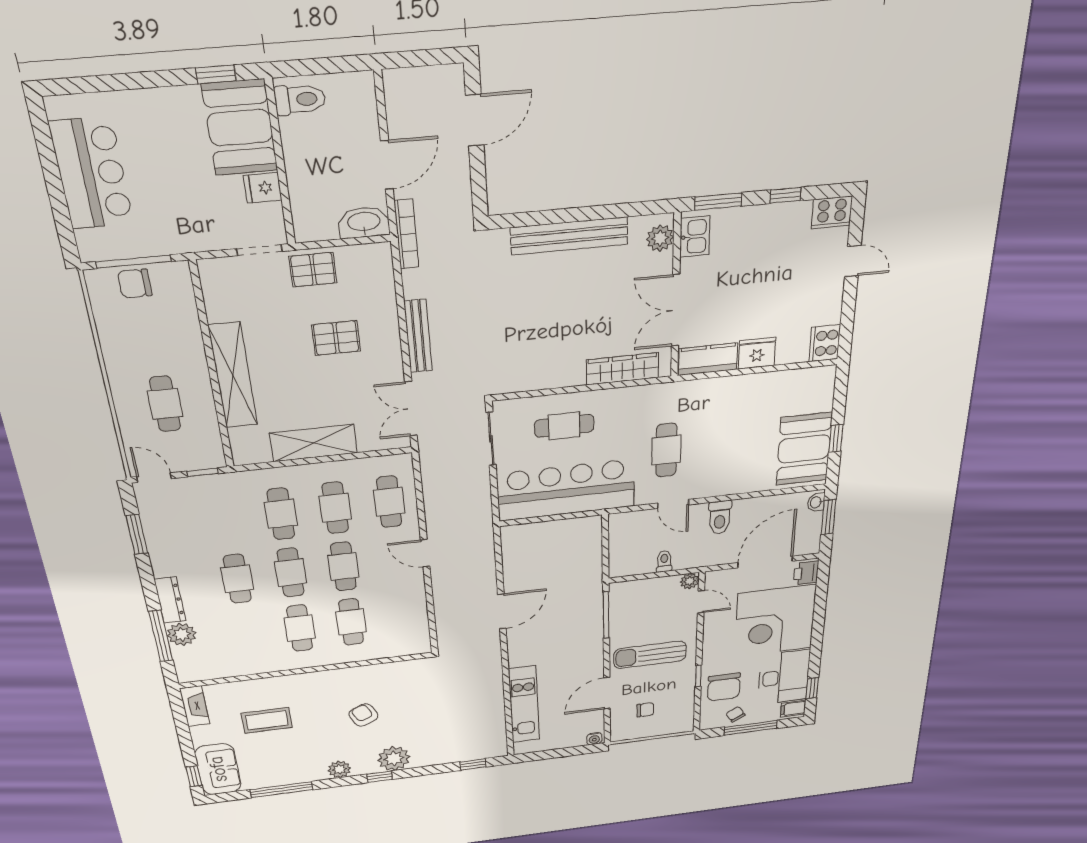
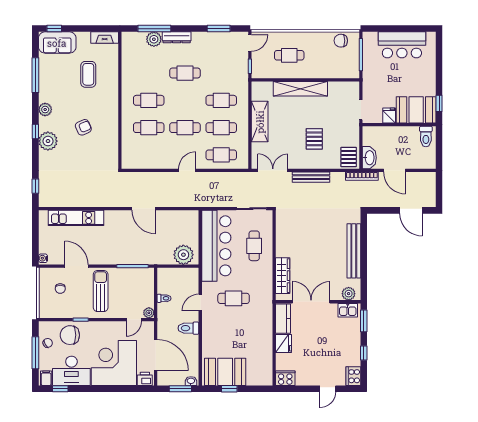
pallet: (313, 270) -> (349, 157), moved
chair: (135, 283) -> (341, 41), moved, turned -90
plant: (584, 541) -> (183, 255), added
cafe table: (291, 573) -> (185, 100), removed

